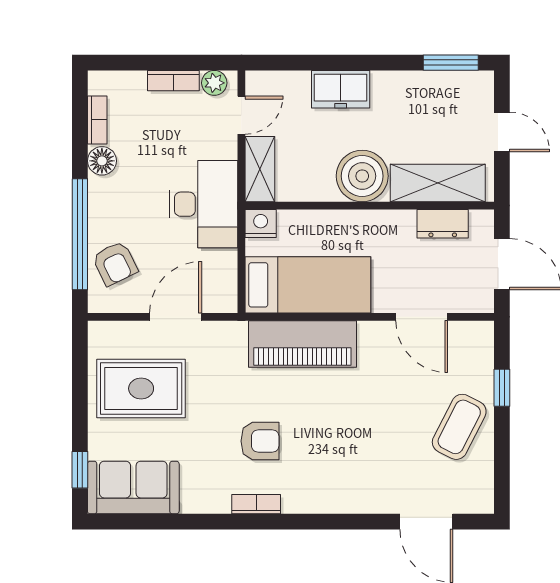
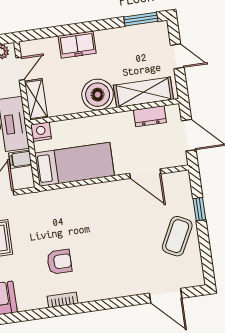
filing cabinet: (220, 264) -> (20, 159), added
piano: (302, 344) -> (76, 200), removed

